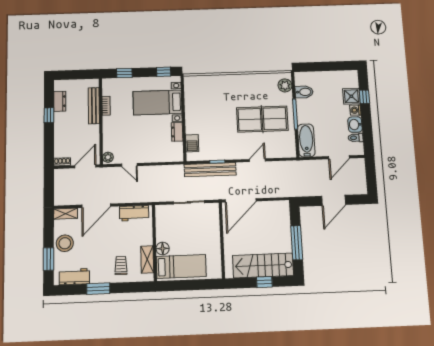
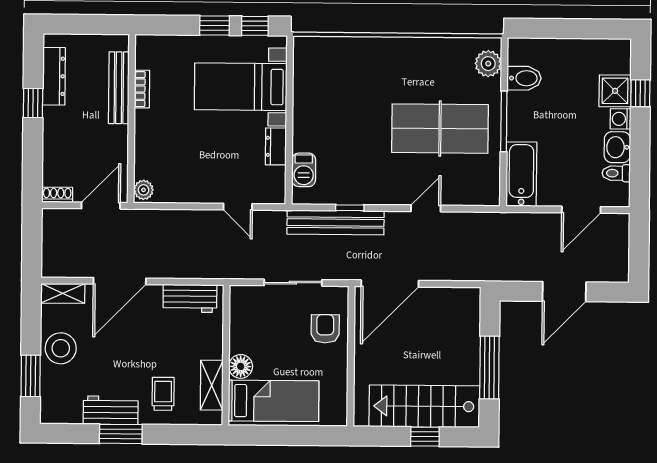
window: (124, 73) -> (215, 25), moved
dresser: (60, 101) -> (54, 76), width x1.44
door: (129, 165) -> (238, 207), moved
armchair: (207, 226) -> (325, 329), added
workbench: (74, 277) -> (111, 410), moved

